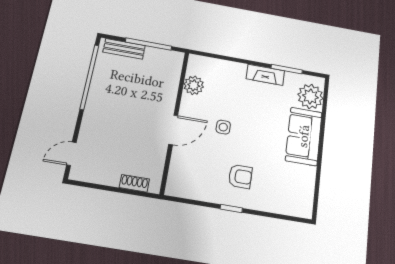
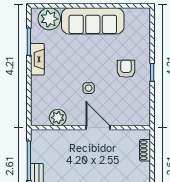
sofa: (304, 136) -> (93, 21), width x1.36

